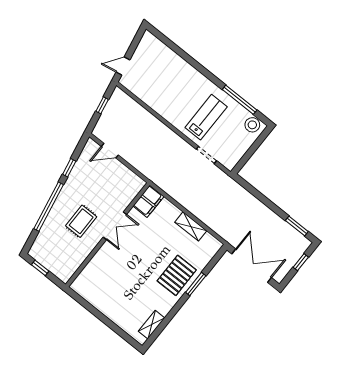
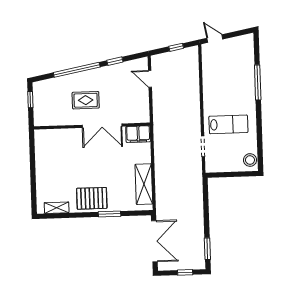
window: (240, 100) -> (258, 82), moved
double door: (115, 226) -> (102, 126), width x1.37
shelving: (191, 226) -> (144, 184), width x1.50, depth x1.33
pallet: (177, 275) -> (92, 198), moved

